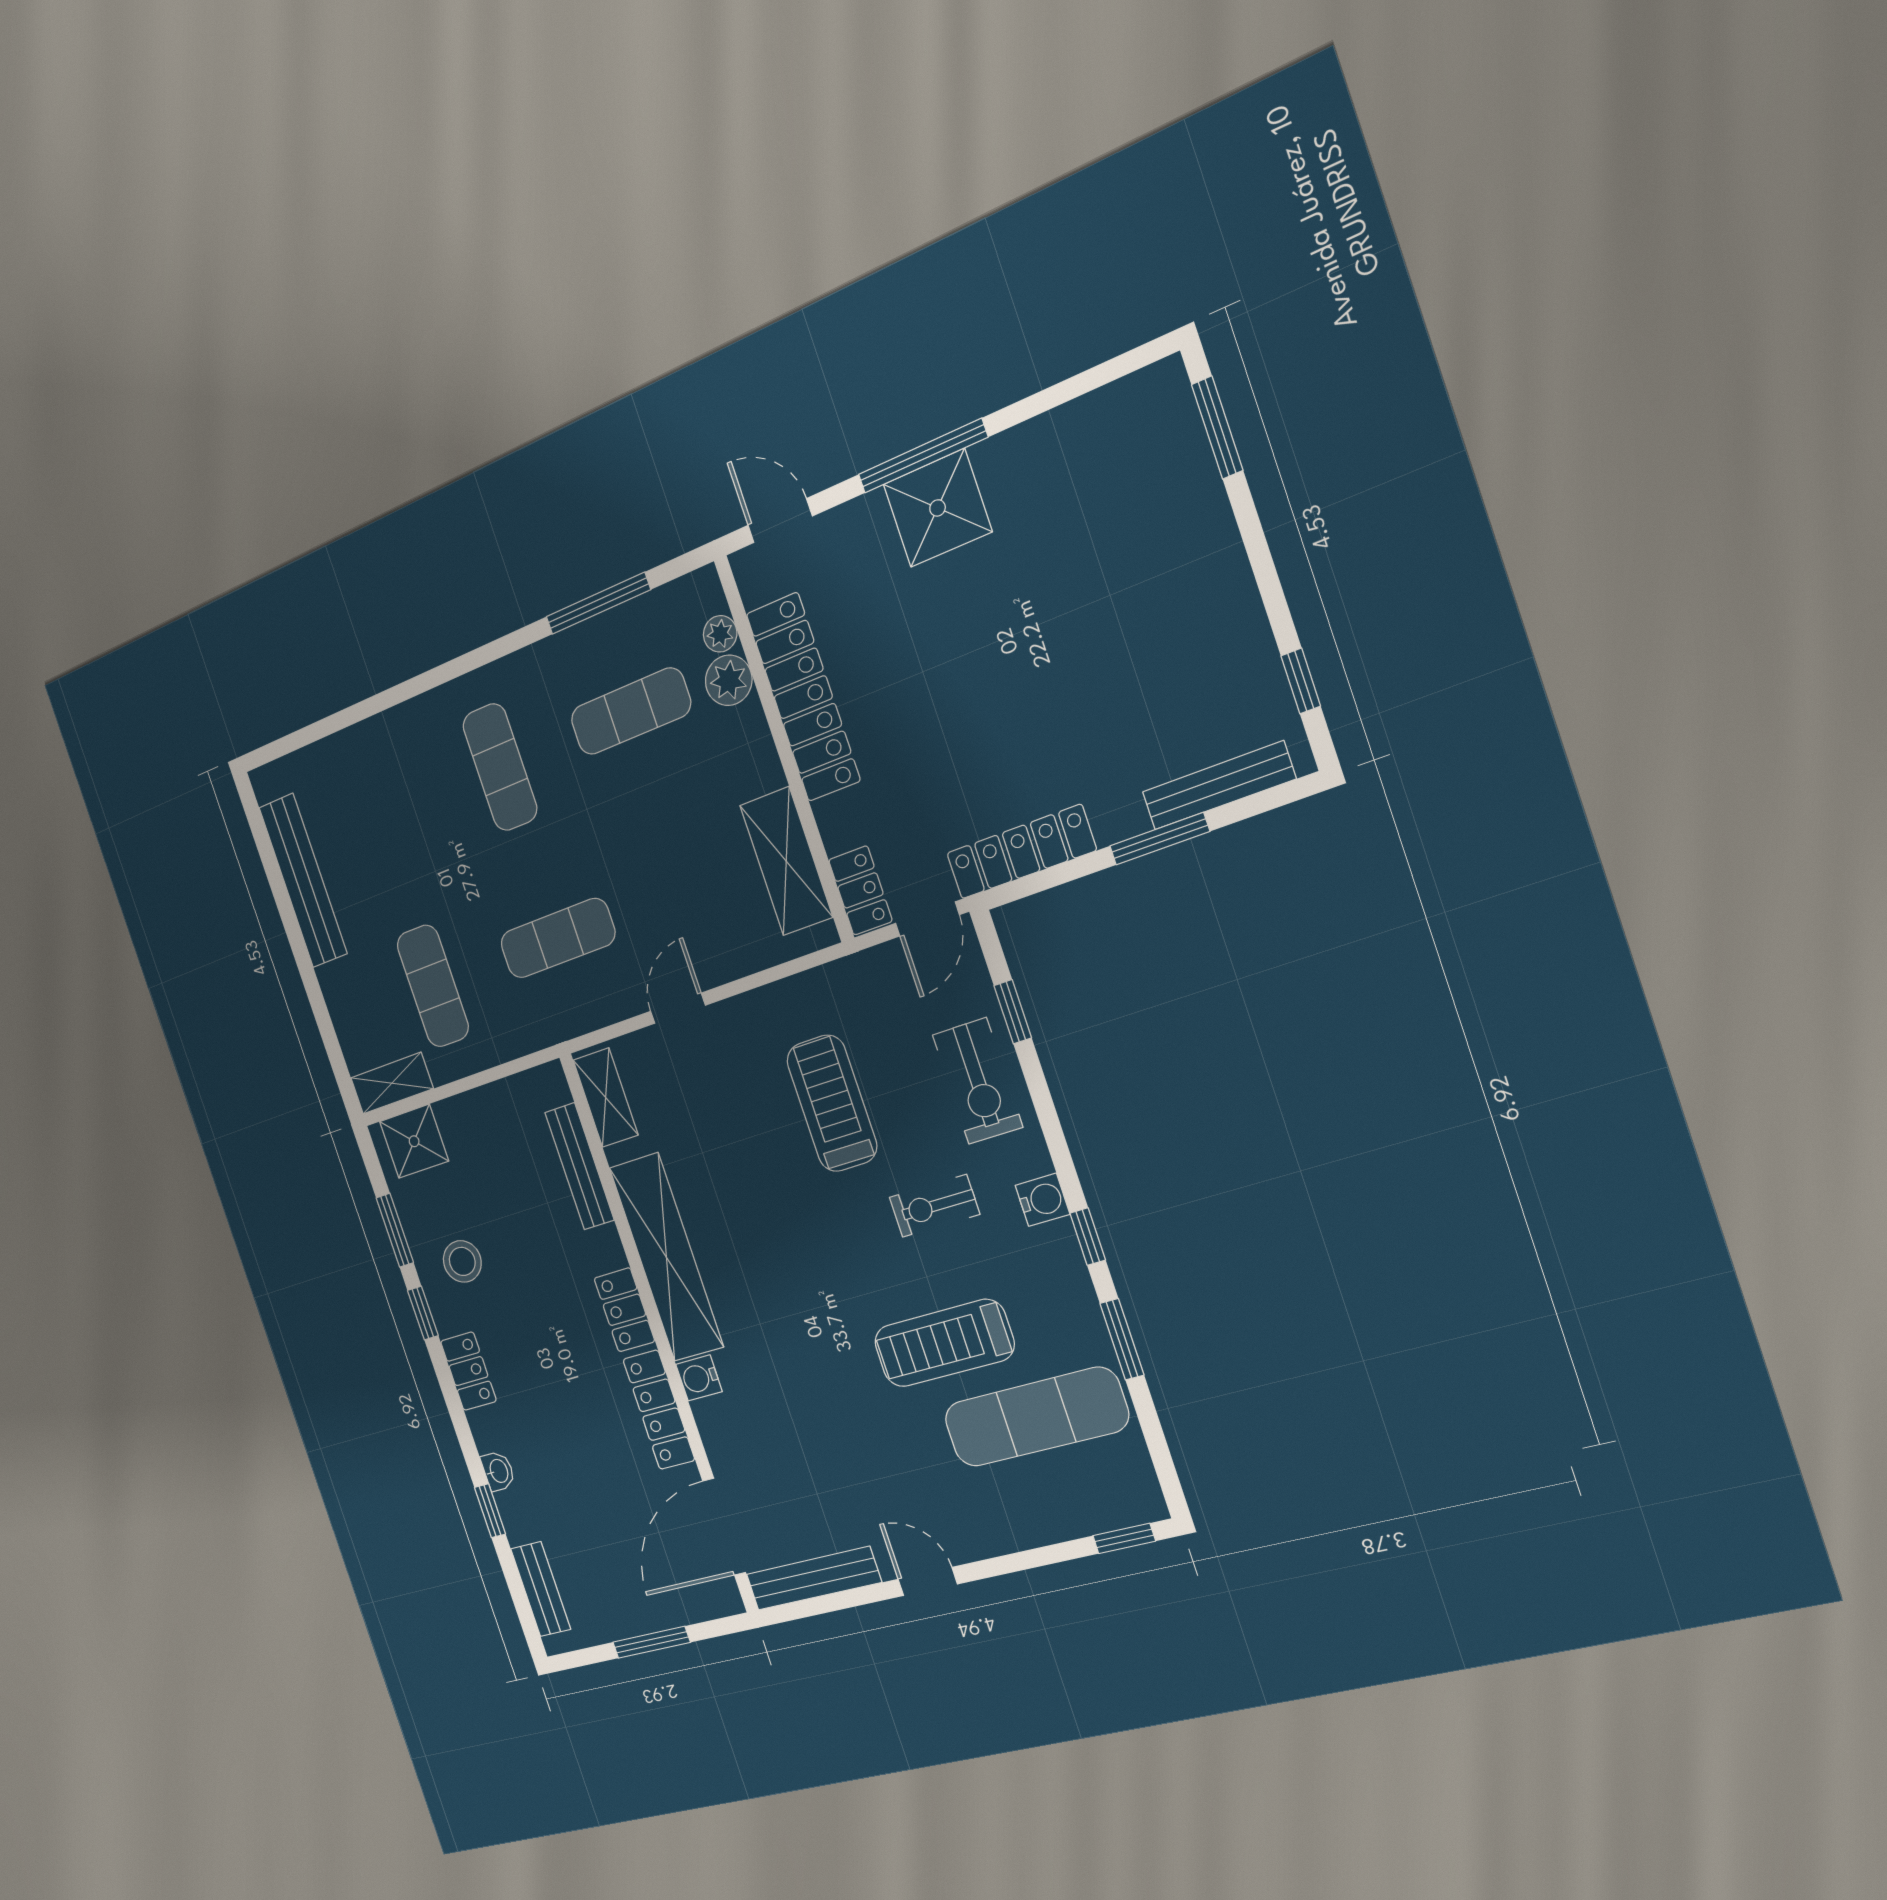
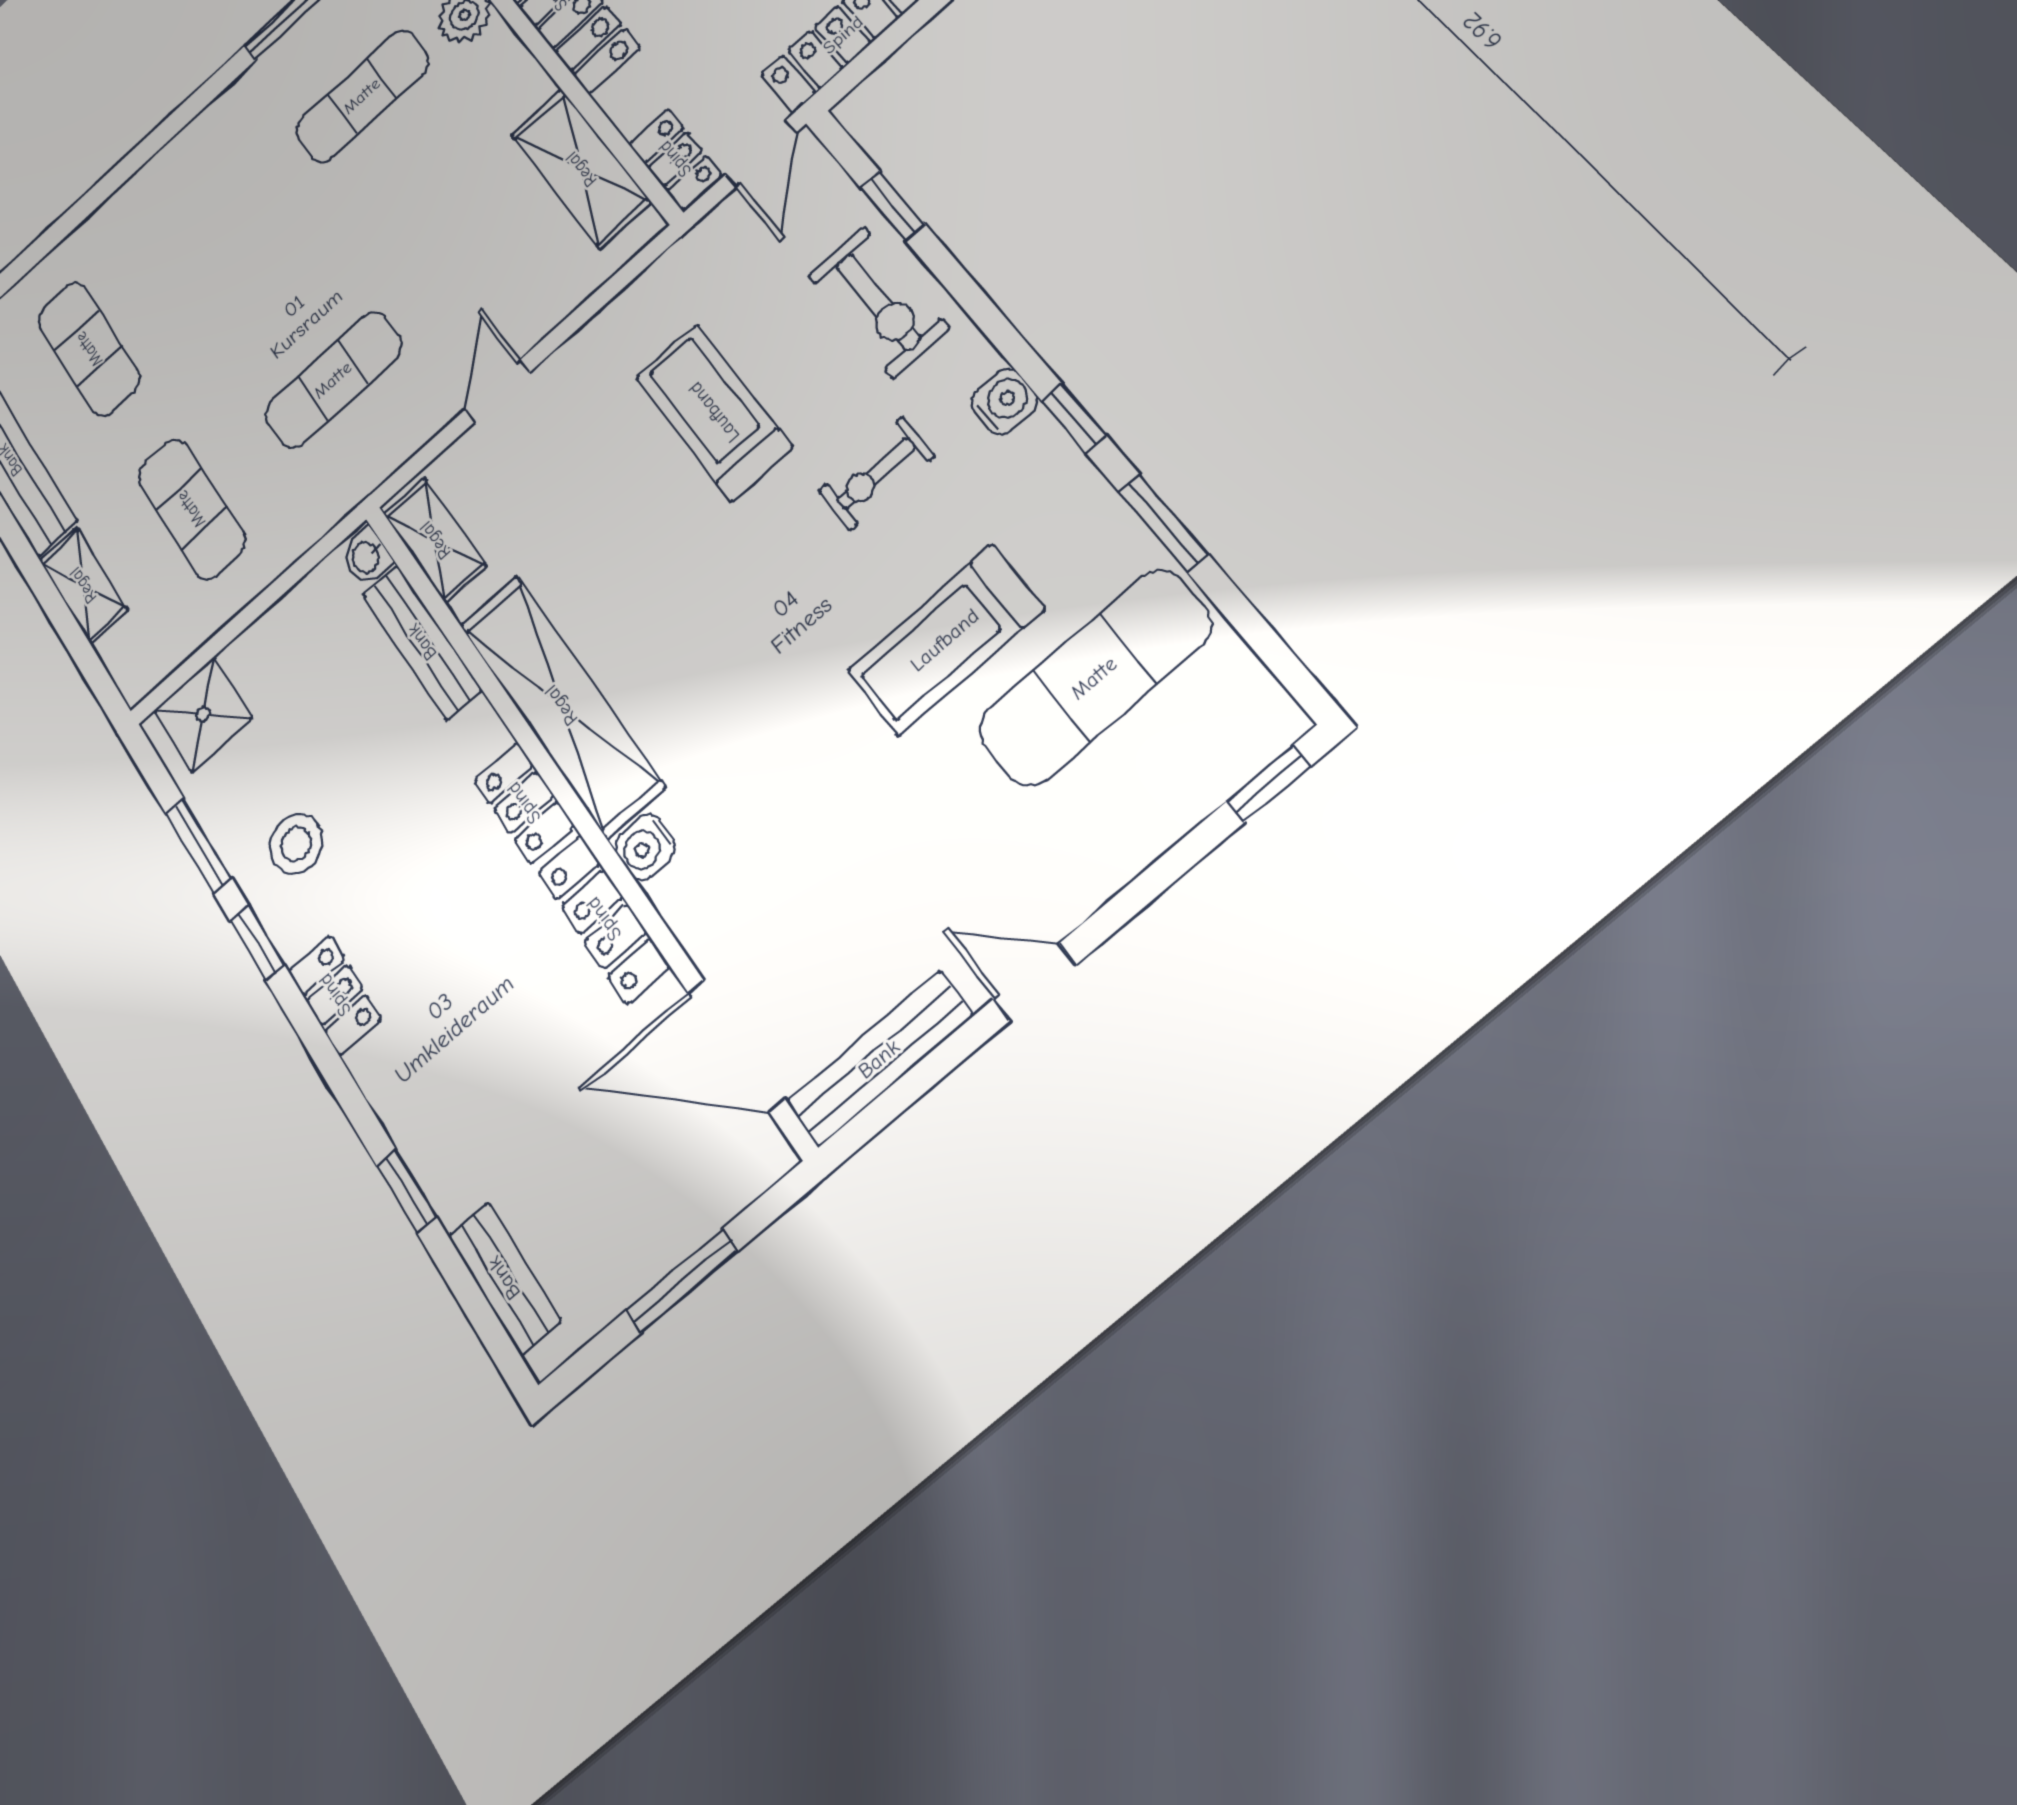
exercise mat: (500, 767) -> (89, 349), moved
shelving: (392, 1083) -> (83, 585), moved, turned 90
washbasin: (498, 1471) -> (366, 557), moved, turned 180
door: (724, 1527) -> (736, 1045), hinge flipped

